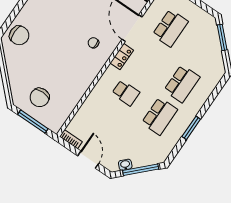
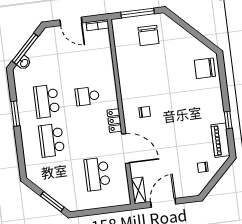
chair: (40, 97) -> (148, 36), turned 180
washbasin: (125, 165) -> (24, 63), moved

